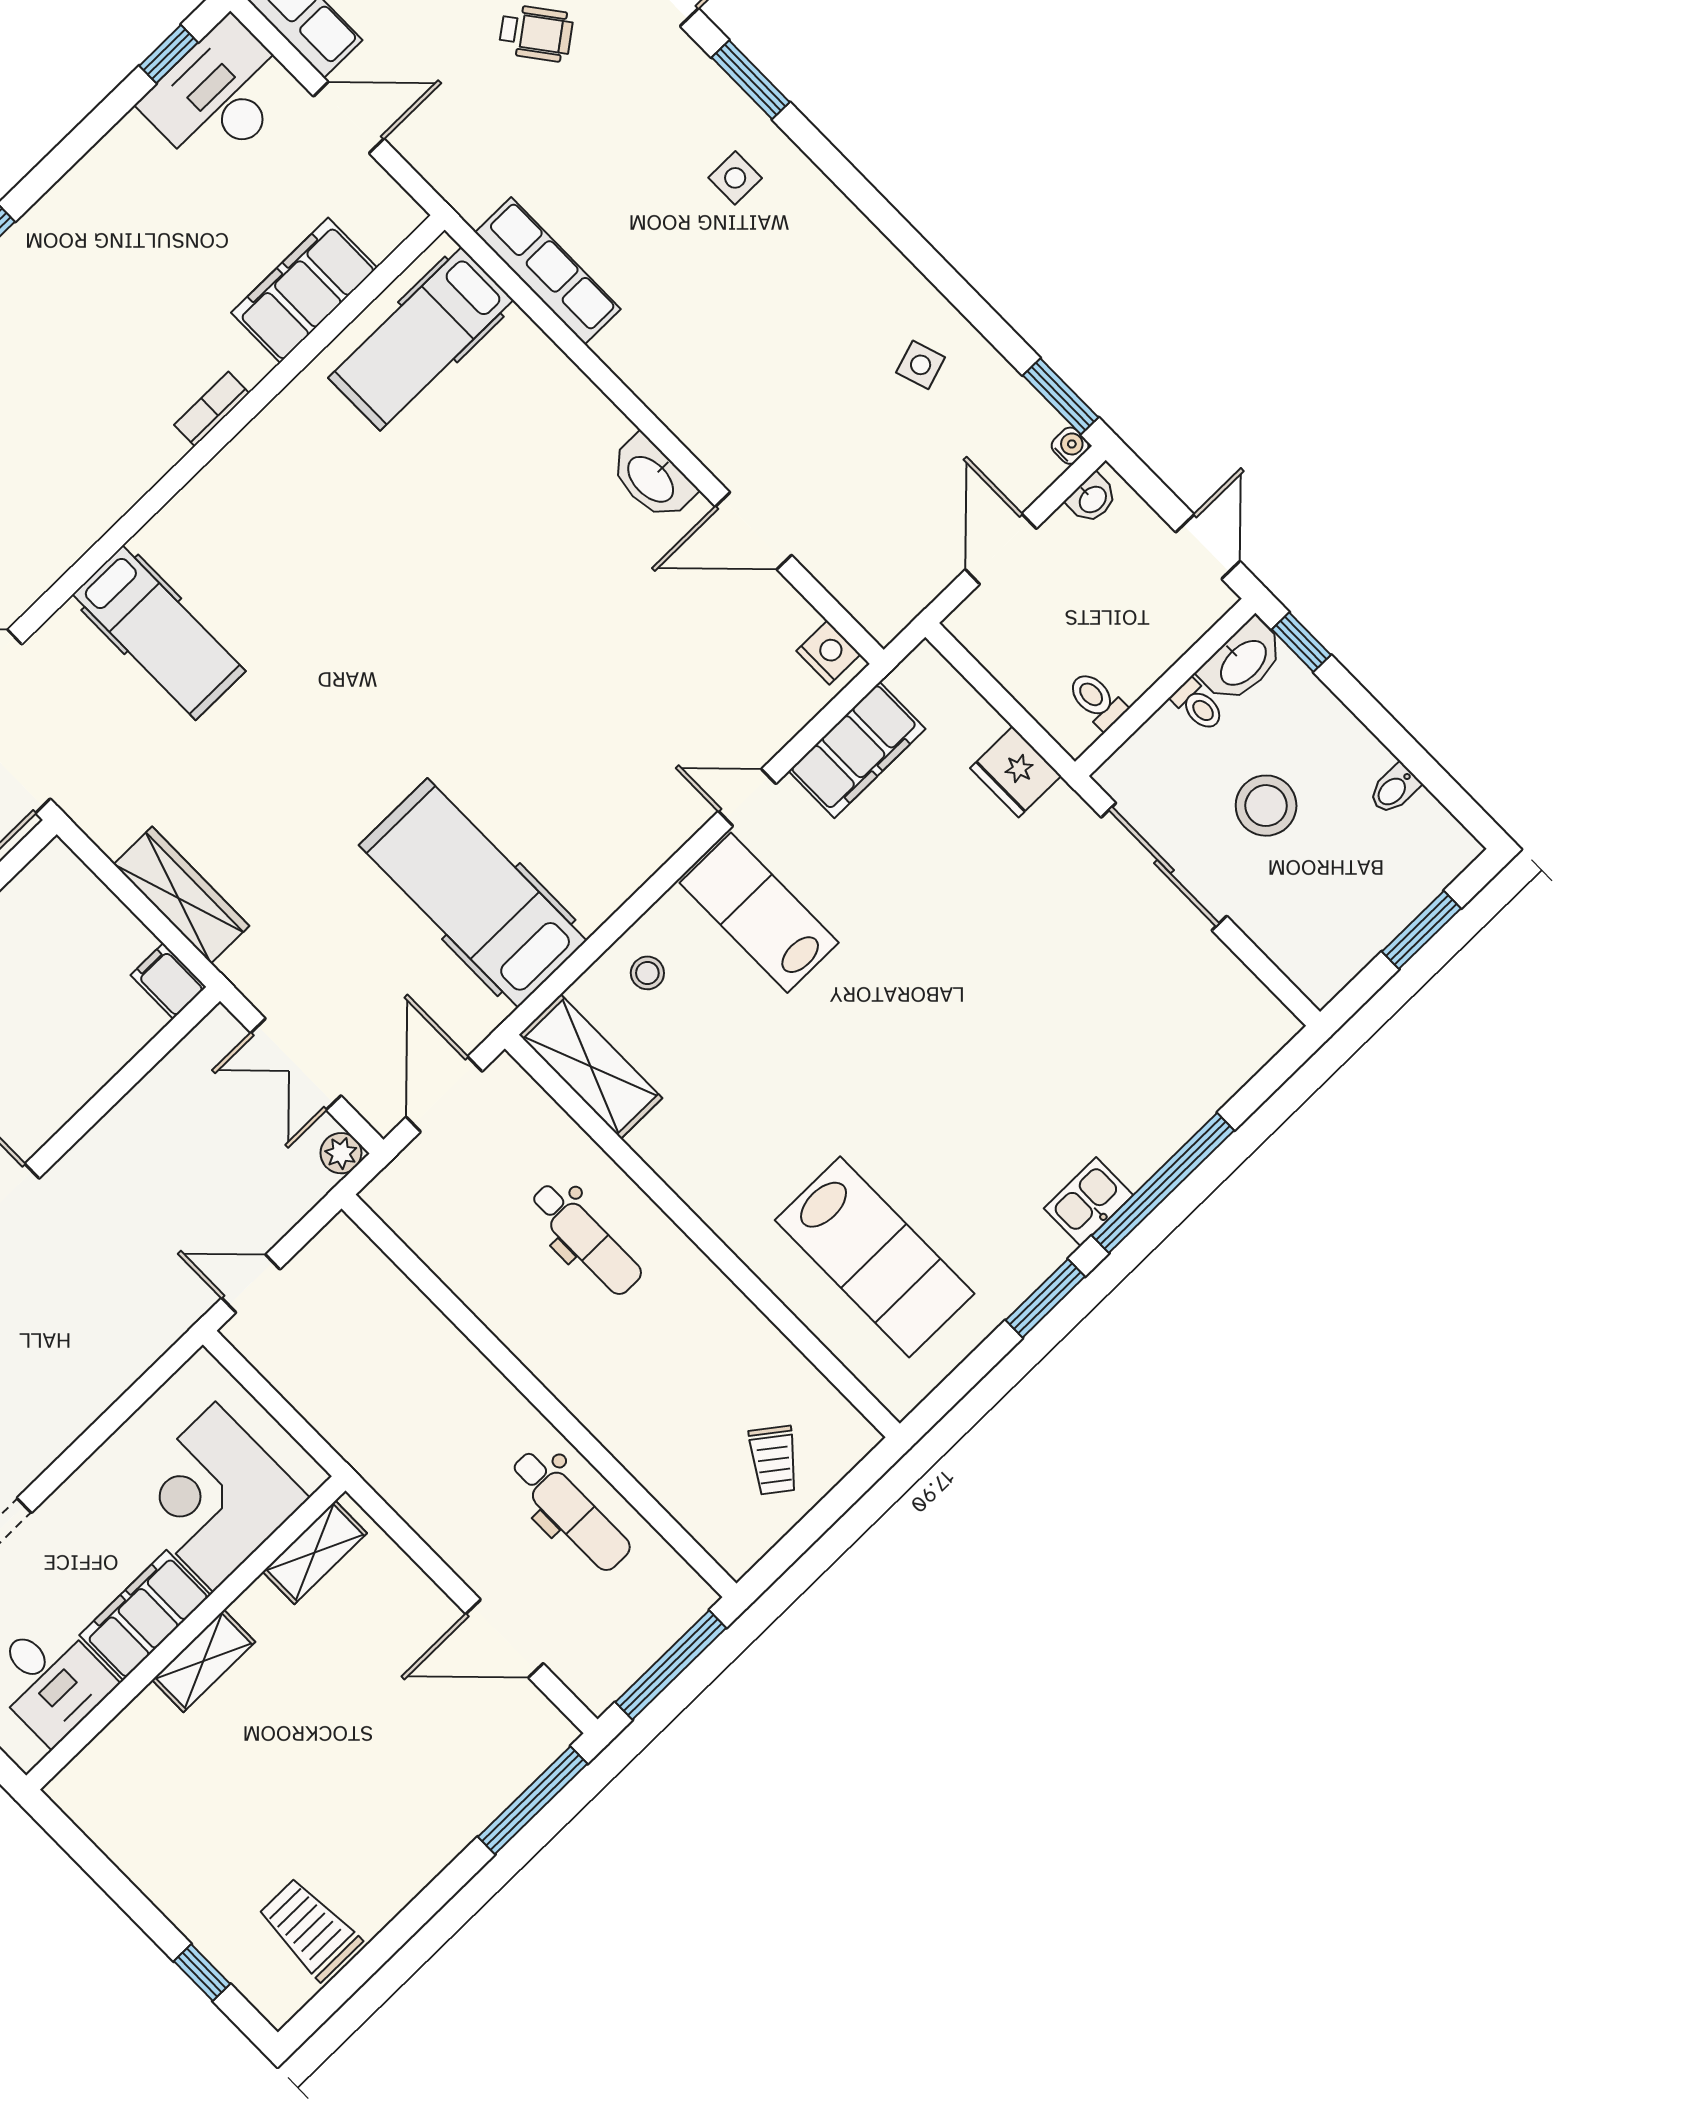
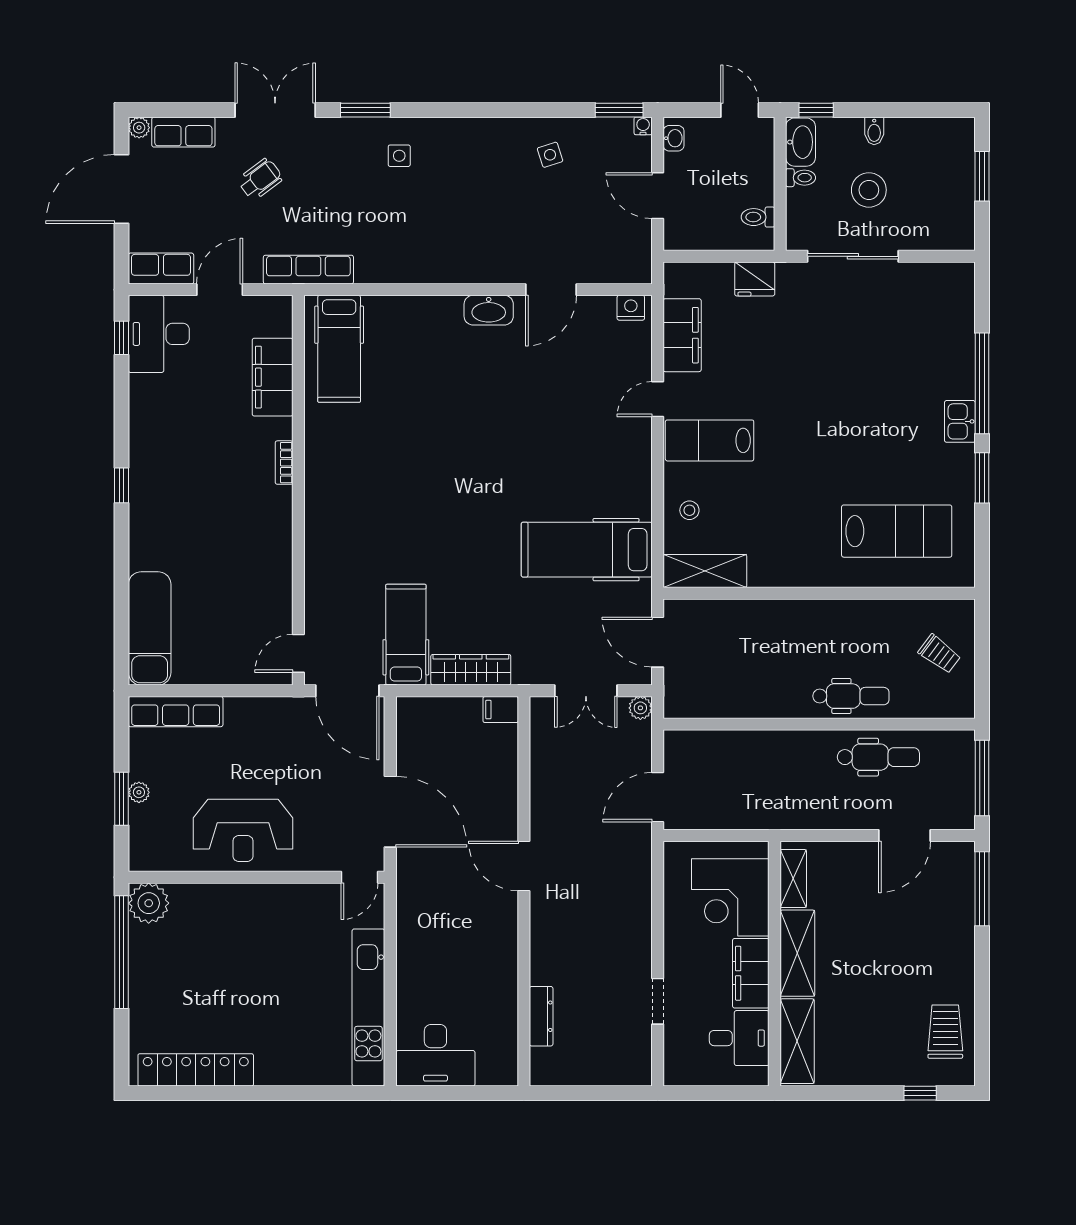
row of seats: (548, 271) -> (308, 270), moved
hospital bed: (159, 633) -> (406, 635), moved, turned -90
bidet: (1394, 789) -> (874, 131), moved
dental chair: (586, 1238) -> (851, 696), moved
door: (251, 1284) -> (658, 797), width x1.38
shelving: (204, 1661) -> (797, 953), width x1.50, depth x1.33
shelving: (117, 1756) -> (797, 1041), added
trolley: (310, 1929) -> (945, 1032), turned 90

